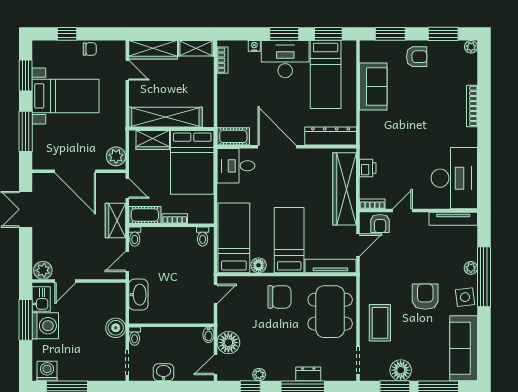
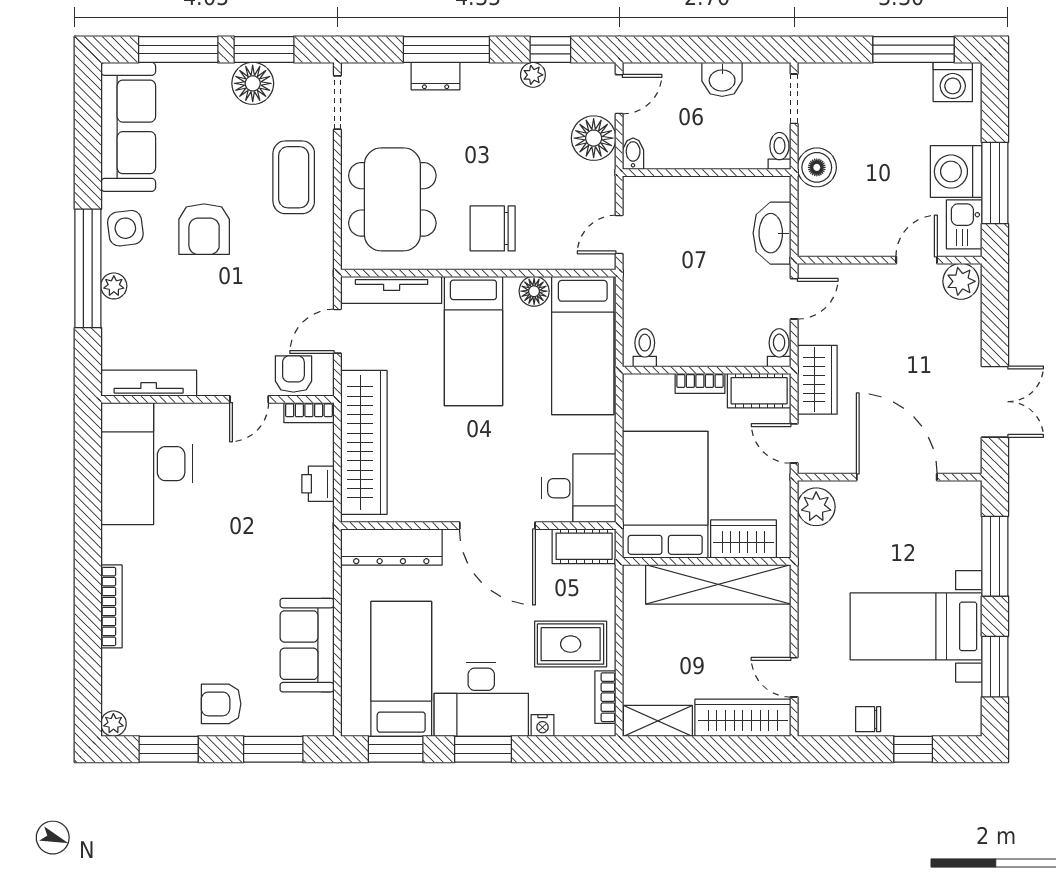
rug: (240, 87) -> (571, 644), added

